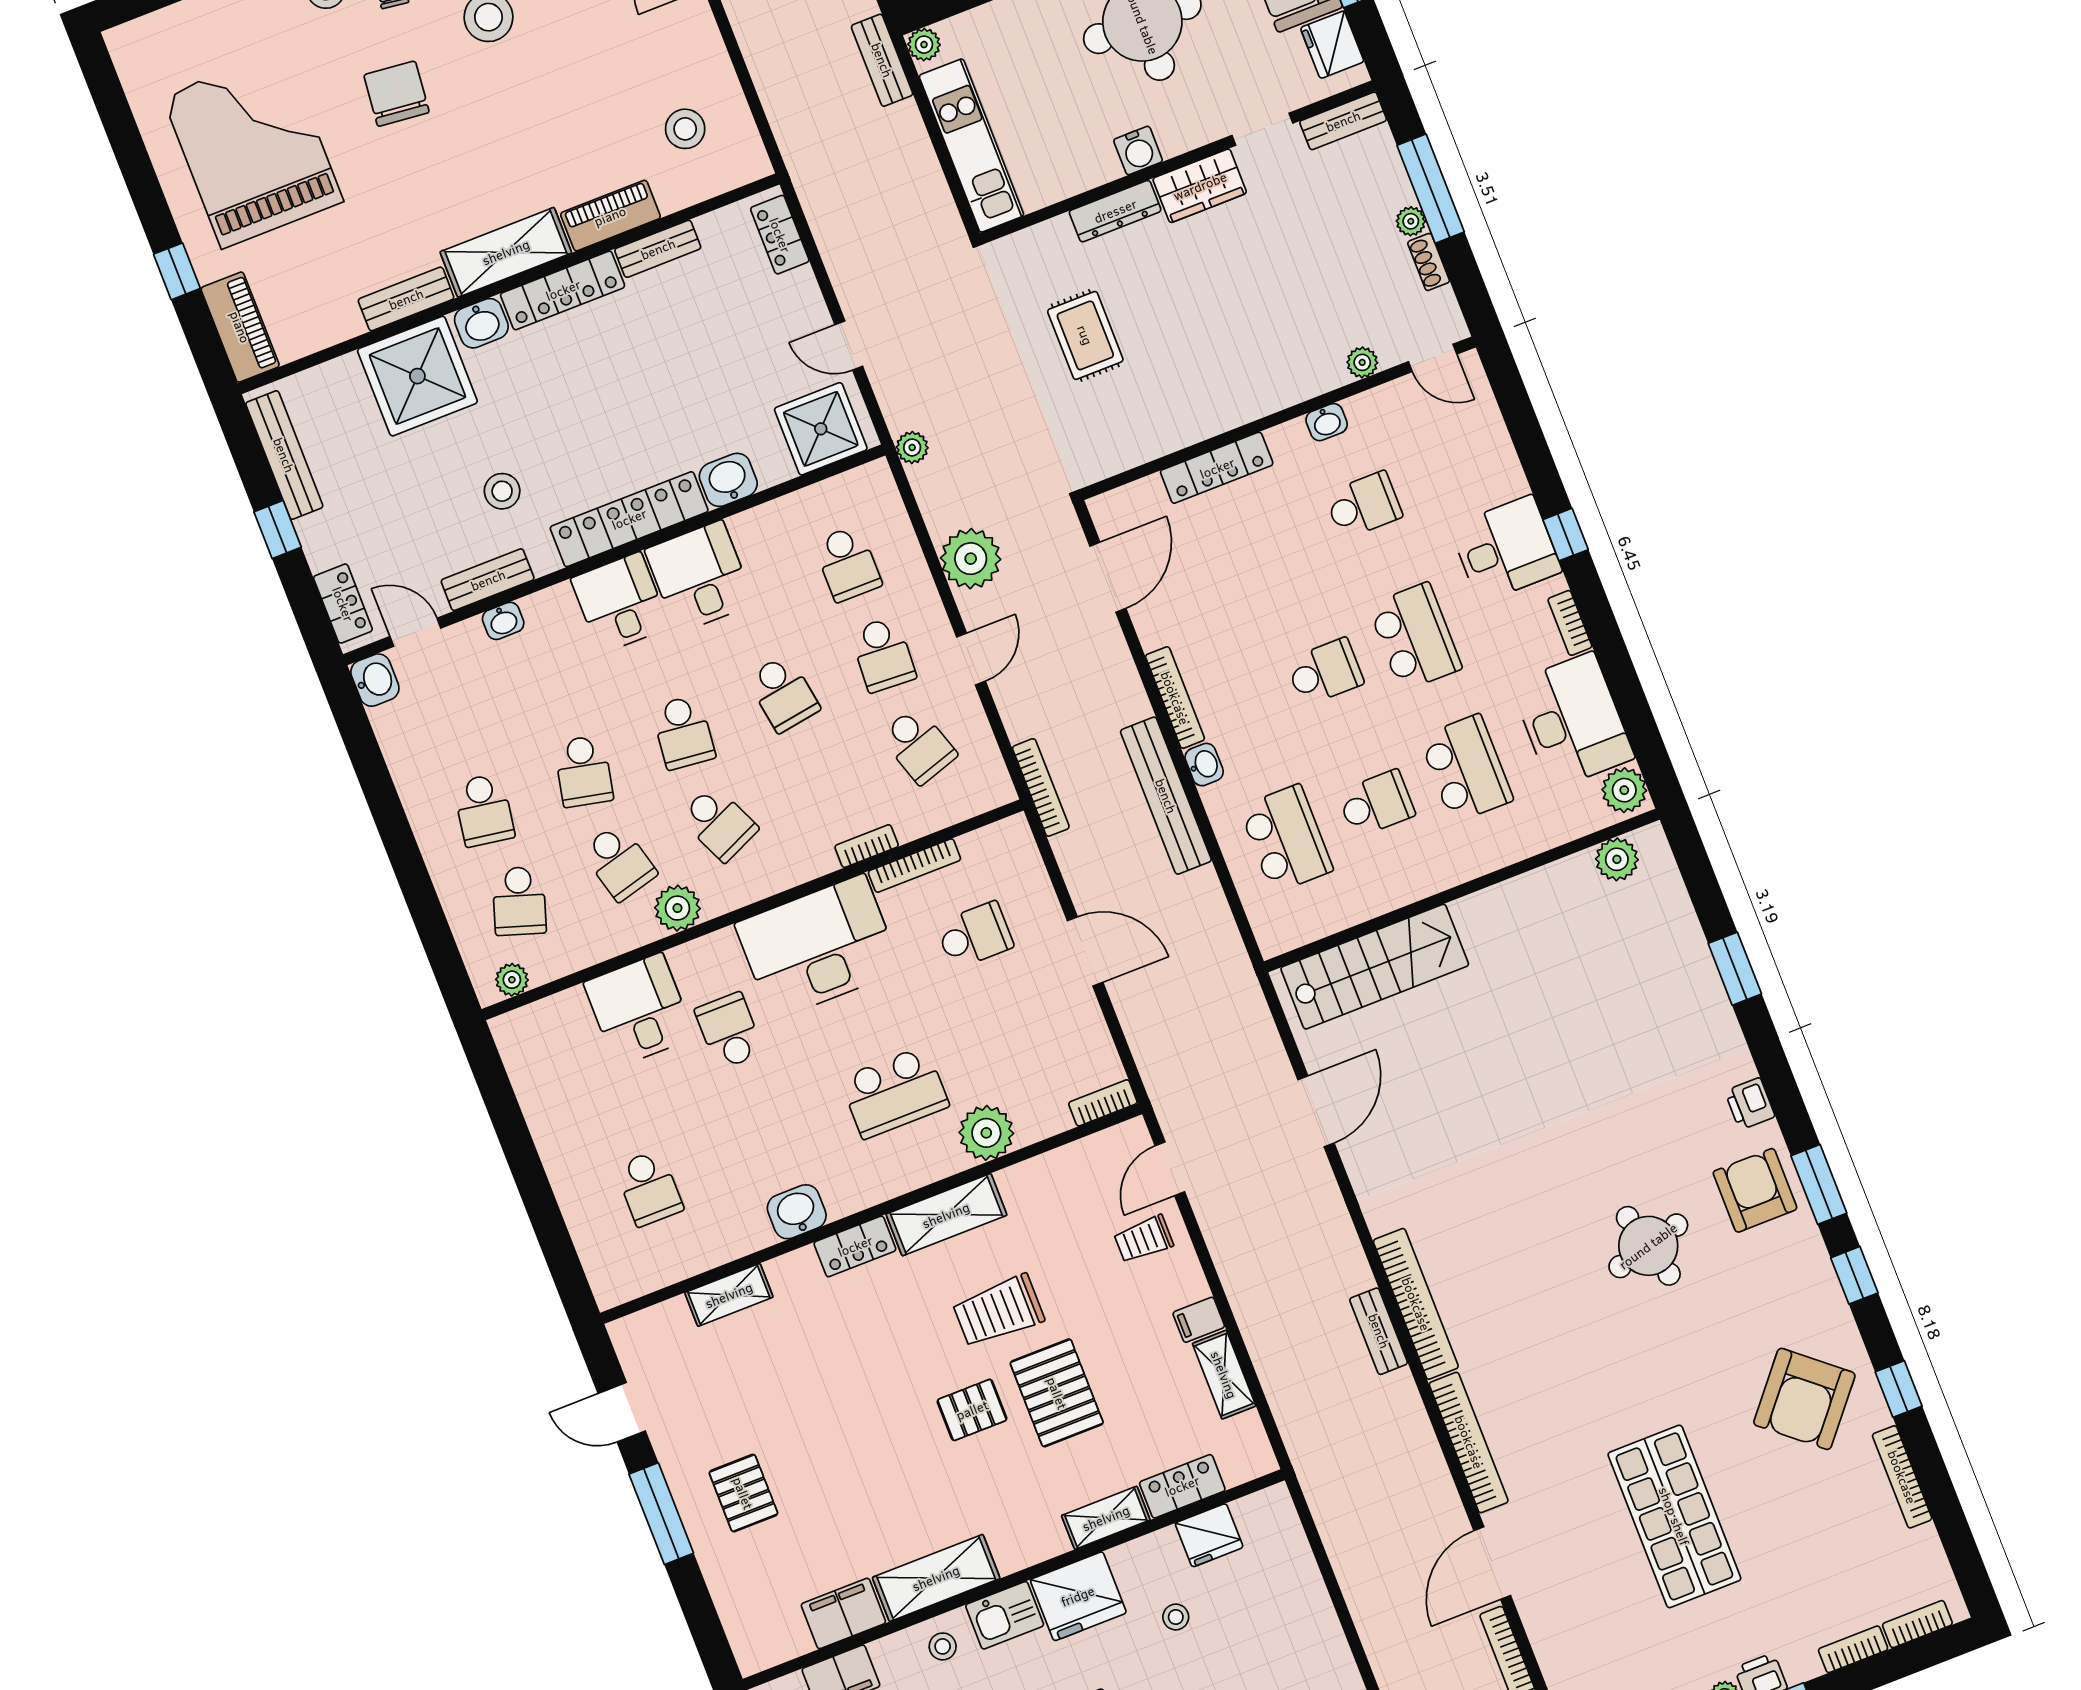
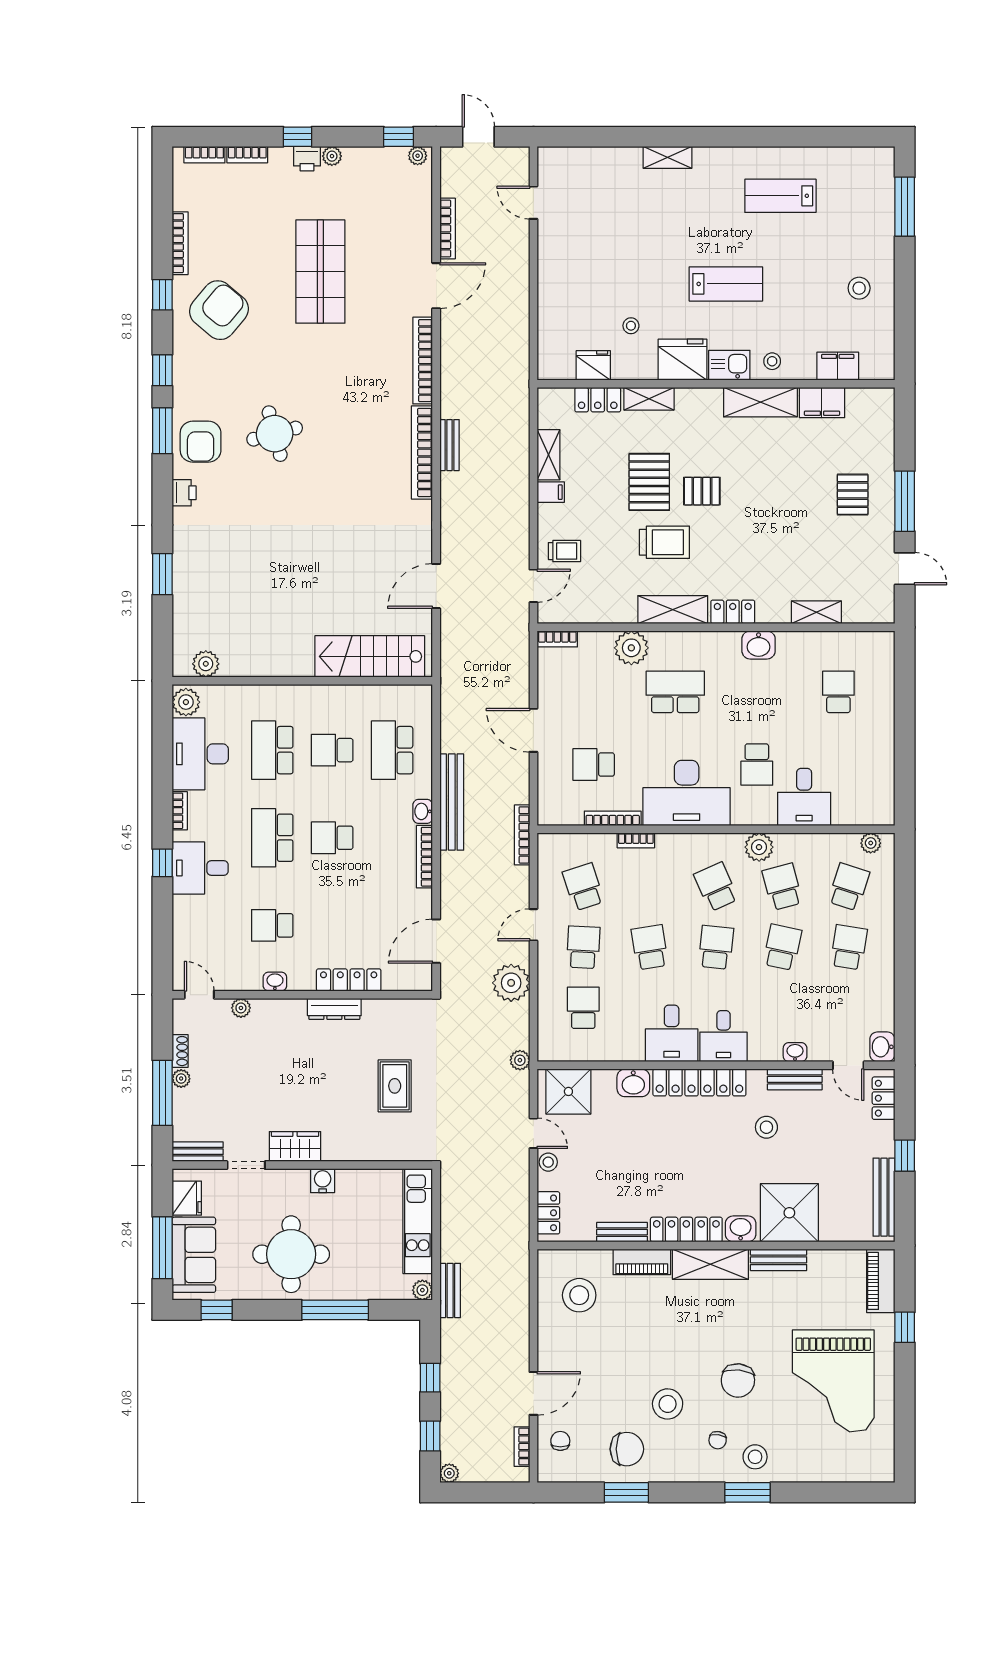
stool: (685, 129) -> (579, 1295), width x1.38, depth x1.38
dresser: (1115, 211) -> (334, 1009), moved, turned 180
stool: (810, 311) -> (548, 1162), added

